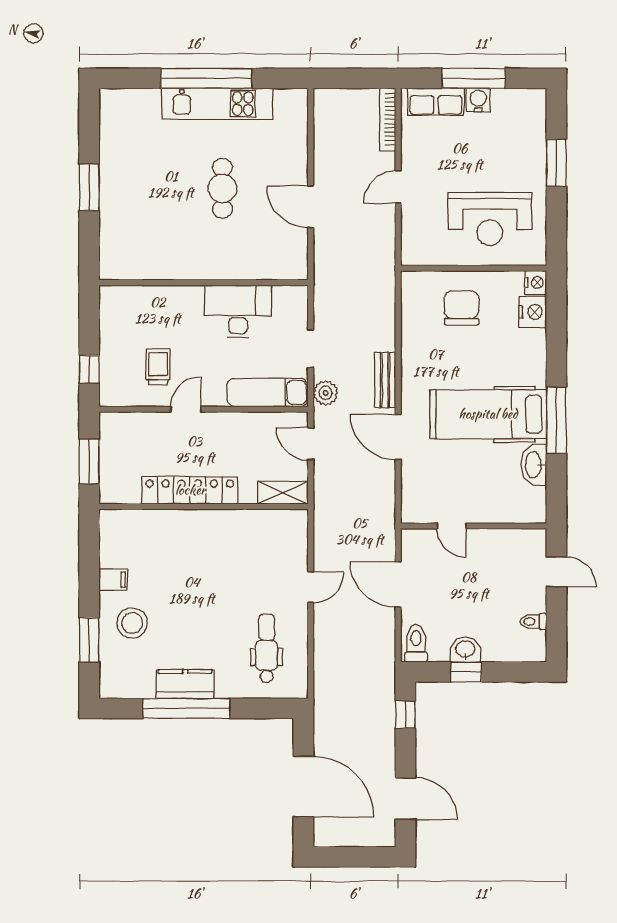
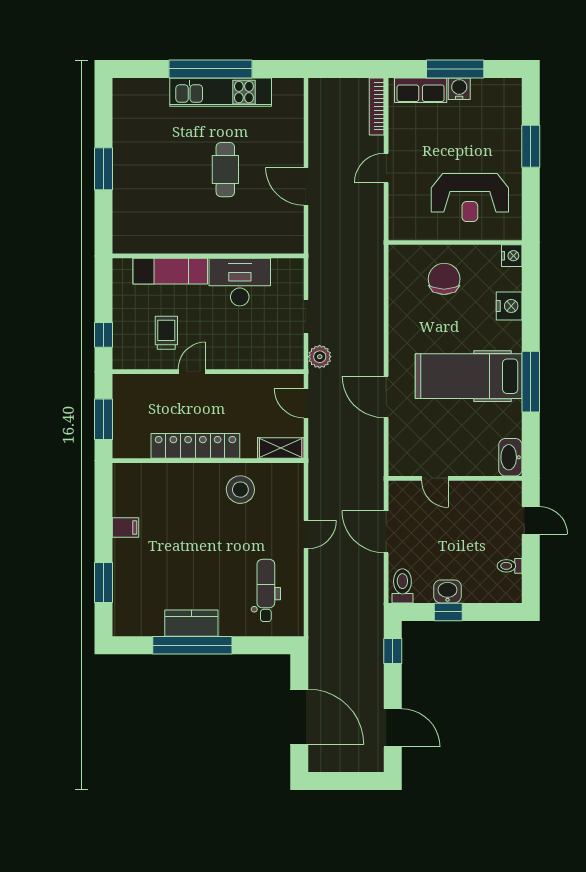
nightstand: (533, 312) -> (509, 306), moved
bench: (385, 380) -> (374, 345), removed
exam couch: (267, 393) -> (170, 271), moved, turned 180
washbasin: (534, 465) -> (510, 457), moved
stool: (132, 623) -> (240, 490), moved

